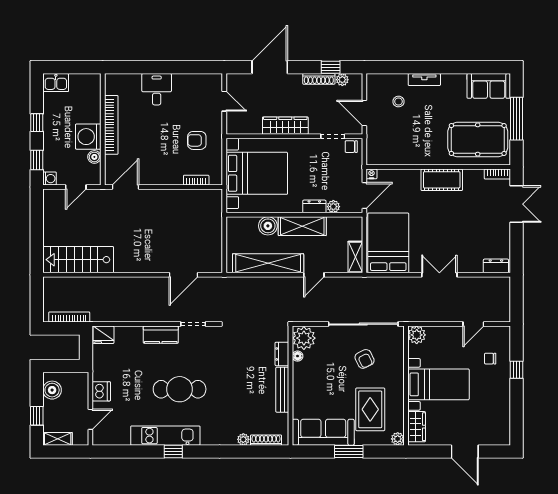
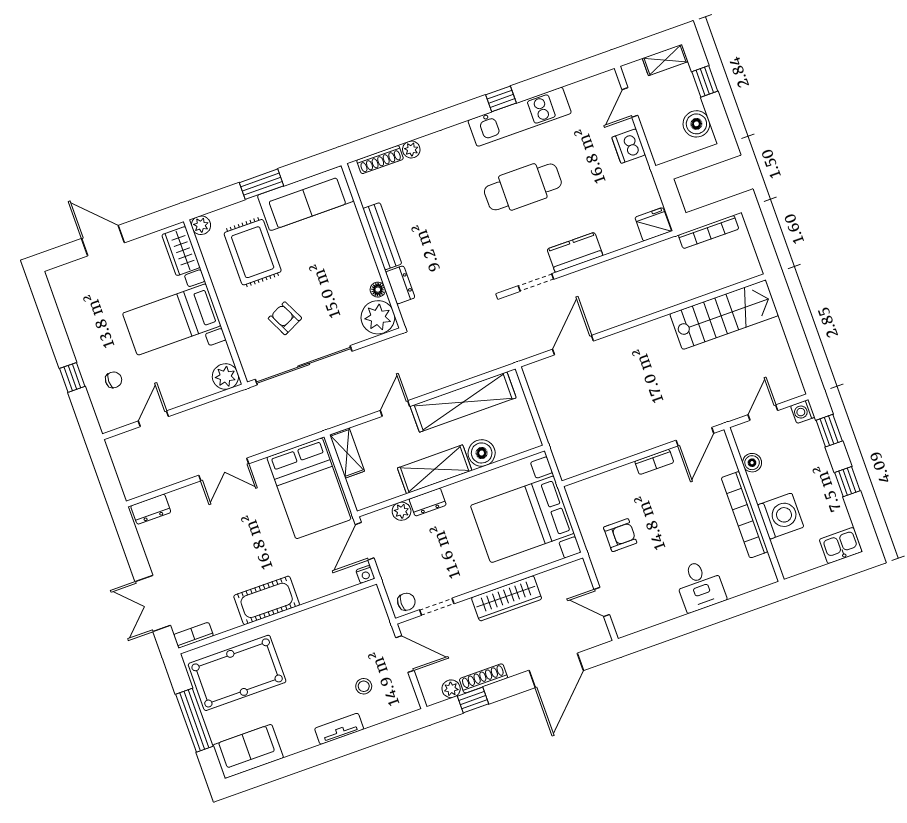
washing machine: (88, 137) -> (781, 516), moved
bookcase: (196, 180) -> (654, 462), moved

